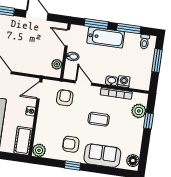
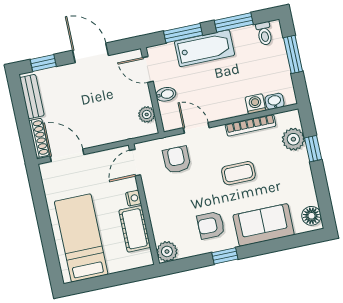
washbasin: (112, 81) -> (275, 101), moved
cot: (23, 141) -> (135, 229), moved

